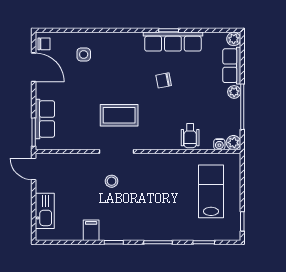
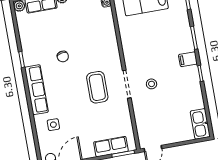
row of seats: (173, 42) -> (36, 90), moved
wheelchair: (190, 136) -> (104, 27), removed
kitchen sink: (45, 211) -> (200, 124), moved, turned -90
filing cabinet: (91, 230) -> (188, 59), moved

